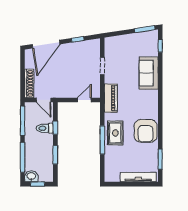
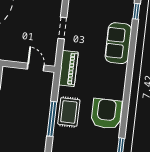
door: (84, 100) -> (36, 67), hinge flipped
armchair: (146, 131) -> (106, 114), turned 180

